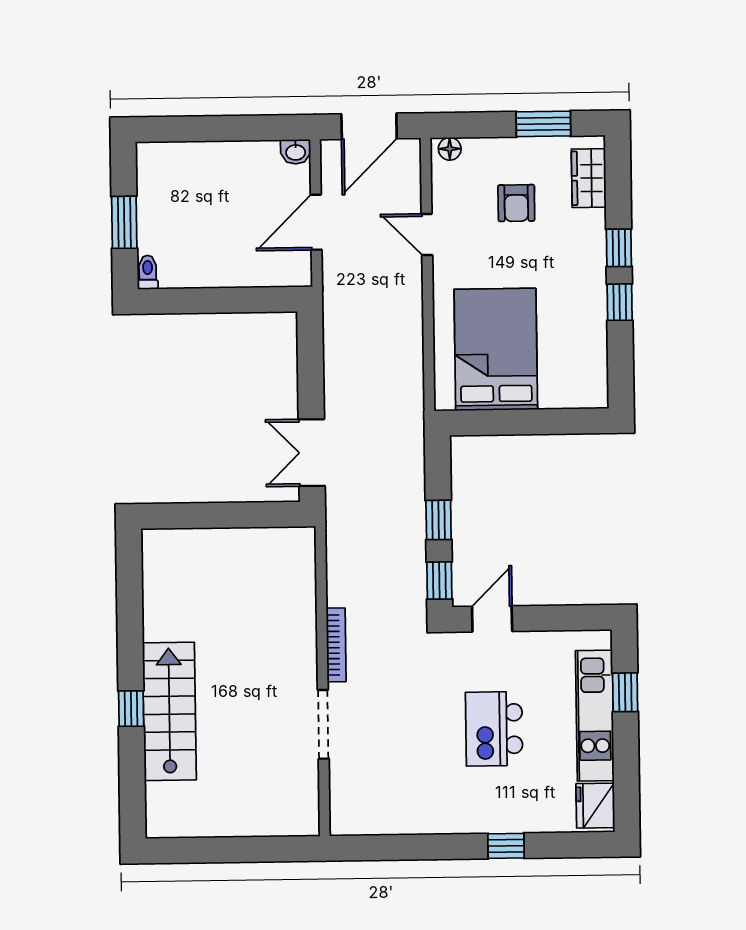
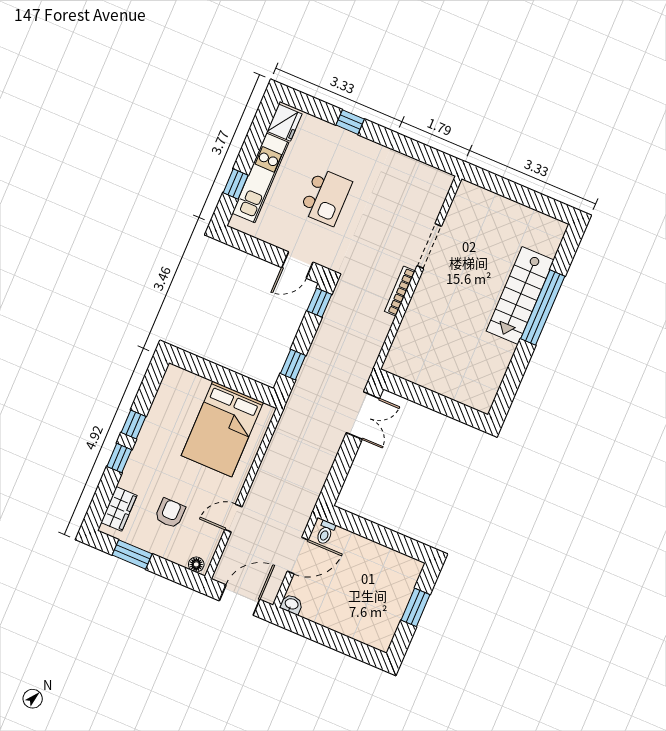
door: (427, 235) -> (233, 518), swing flipped
toilet: (148, 272) -> (325, 533), moved
window: (439, 520) -> (293, 365), moved
window: (131, 709) -> (543, 308), width x3.17

